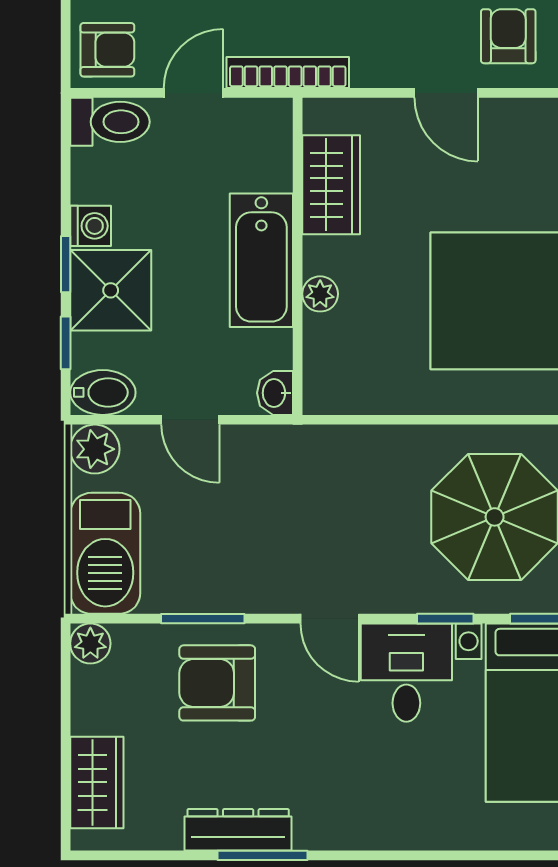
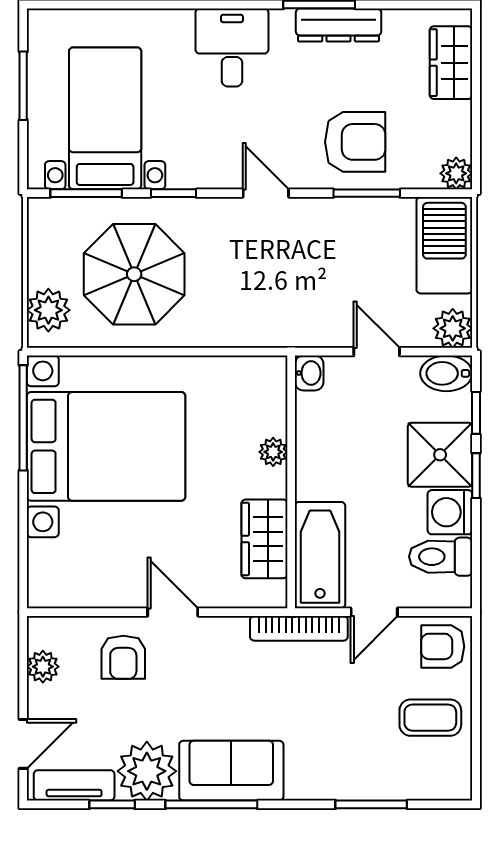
toilet: (110, 122) -> (441, 557), moved
washing machine: (91, 226) -> (450, 512), width x1.38, depth x1.38
bathtub: (261, 260) -> (320, 555), moved
desk: (406, 673) -> (232, 47), moved, turned 180

